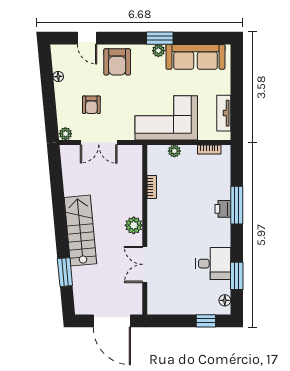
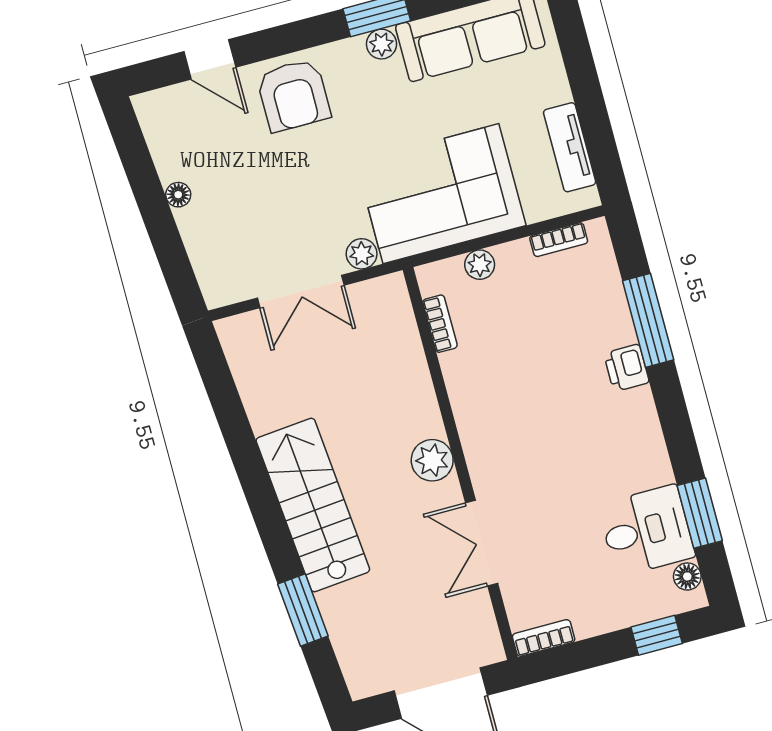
floor lamp: (58, 76) -> (178, 195), moved
armchair: (91, 105) -> (261, 210), removed
plant: (65, 134) -> (362, 254), moved
bookcase: (152, 187) -> (440, 324), moved
window: (237, 205) -> (648, 320), moved
desk: (213, 264) -> (646, 531), moved
bookcase: (160, 310) -> (544, 638), added

